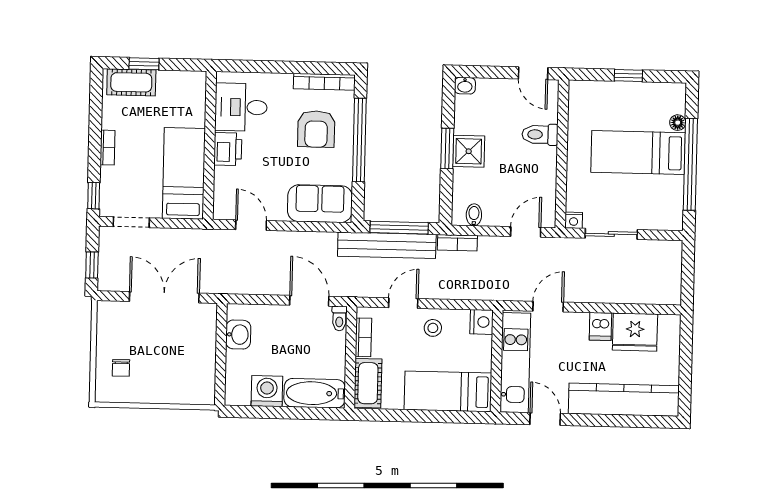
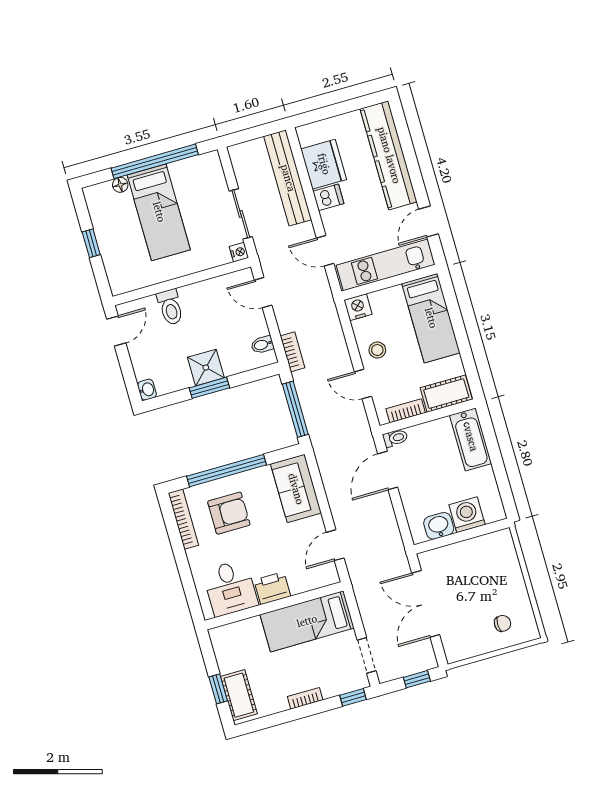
bench: (387, 245) -> (288, 178), moved
washing machine: (267, 391) -> (467, 515), moved, turned 90

